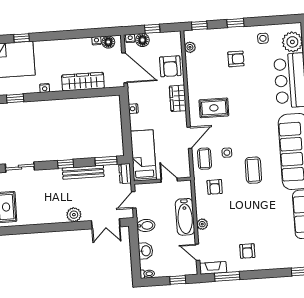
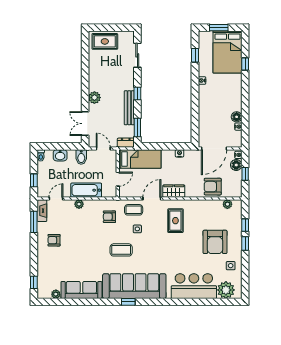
window: (199, 25) -> (245, 225), moved
floor lamp: (108, 42) -> (237, 117), moved
armchair: (236, 59) -> (215, 242), width x1.88, depth x1.88
wardrobe: (83, 82) -> (205, 113), removed
wardrobe: (178, 98) -> (174, 191), moved
door: (189, 138) -> (152, 198), swing flipped

